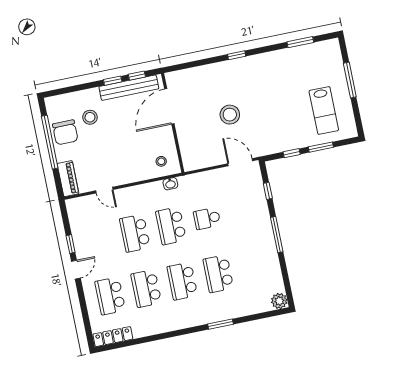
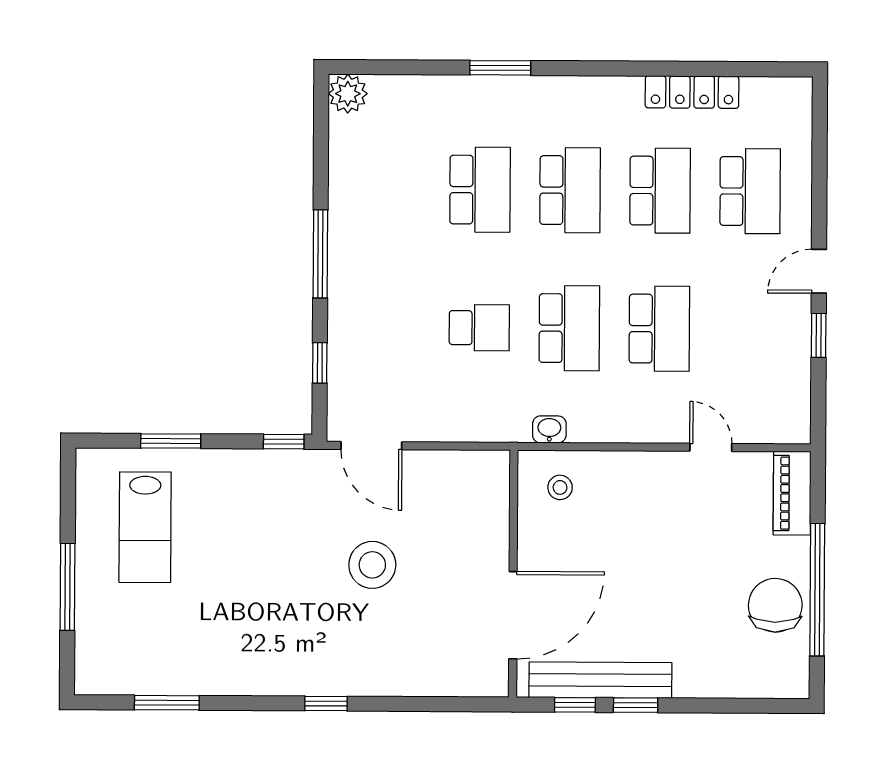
lab bench: (324, 110) -> (145, 527), turned 180
stool: (90, 117) -> (708, 629), removed
window: (292, 153) -> (284, 442), moved
locker: (113, 337) -> (692, 92), moved

